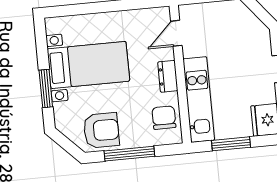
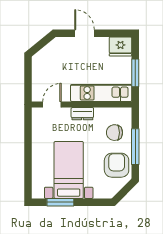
door: (176, 33) -> (52, 105), swing flipped
window: (46, 89) -> (60, 202), moved
chair: (164, 118) -> (114, 133), moved

